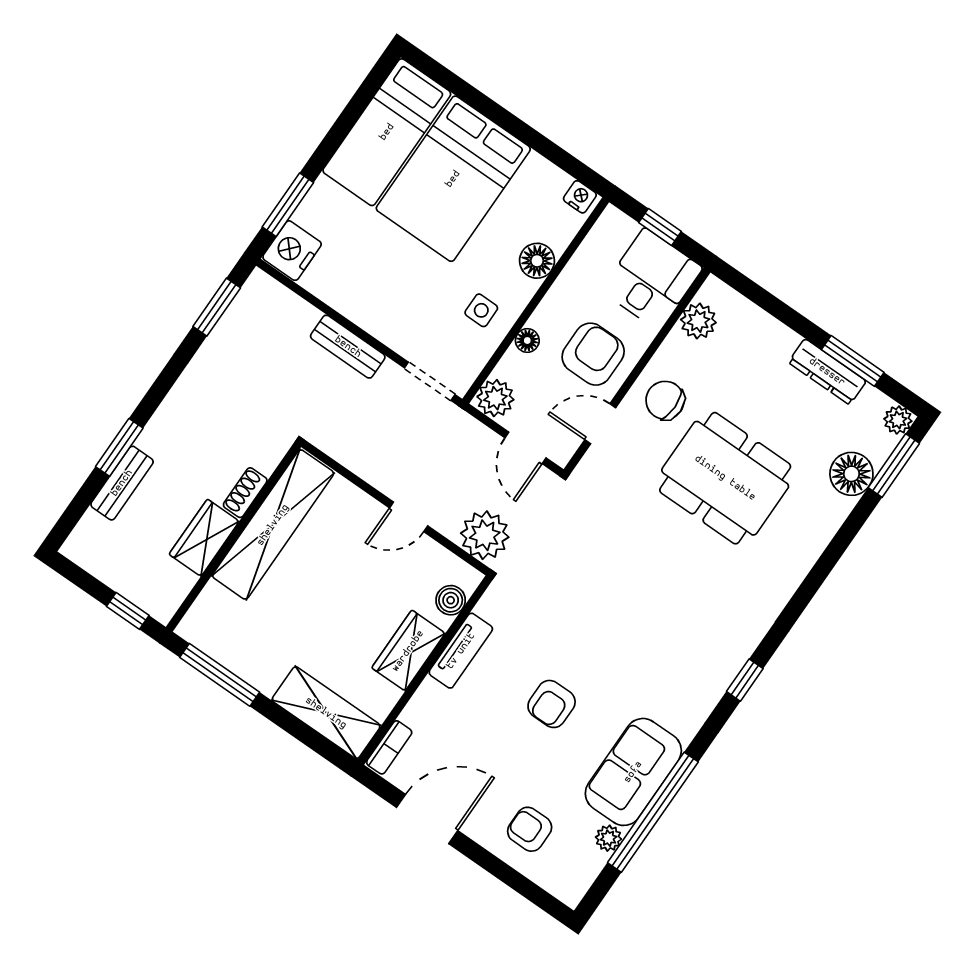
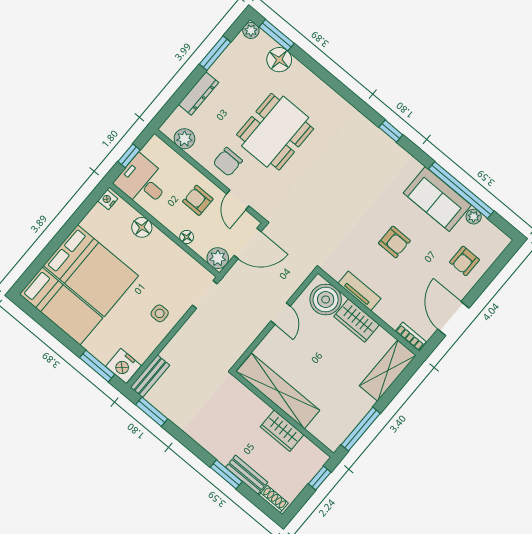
desk: (652, 279) -> (143, 182), moved
side table: (481, 310) -> (160, 313), moved
bench: (348, 347) -> (150, 376), moved
armchair: (593, 354) -> (198, 200), width x0.72, depth x0.72
dresser: (827, 372) -> (199, 94), moved
door: (525, 448) -> (248, 244), width x1.38
shoe rack: (245, 493) -> (274, 499), moved, turned 180
plant: (485, 535) -> (295, 271), removed
boiler: (451, 600) -> (326, 299), width x1.86, depth x1.86

